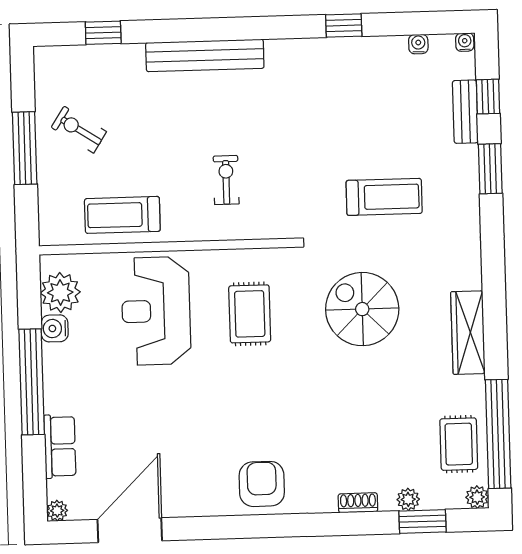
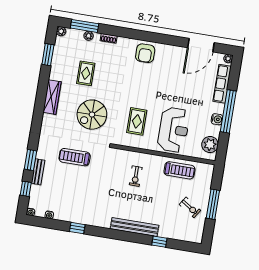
window: (103, 33) -> (159, 242), moved
bench: (465, 112) -> (38, 172), moved
spiral stairs: (362, 309) -> (92, 115), turned 90
water cooler: (55, 328) -> (217, 119), moved
window: (498, 434) -> (48, 55), width x0.47
rug: (459, 444) -> (86, 73), moved
row of seats: (60, 446) -> (222, 84), width x1.48
window: (423, 521) -> (85, 26), width x1.44

